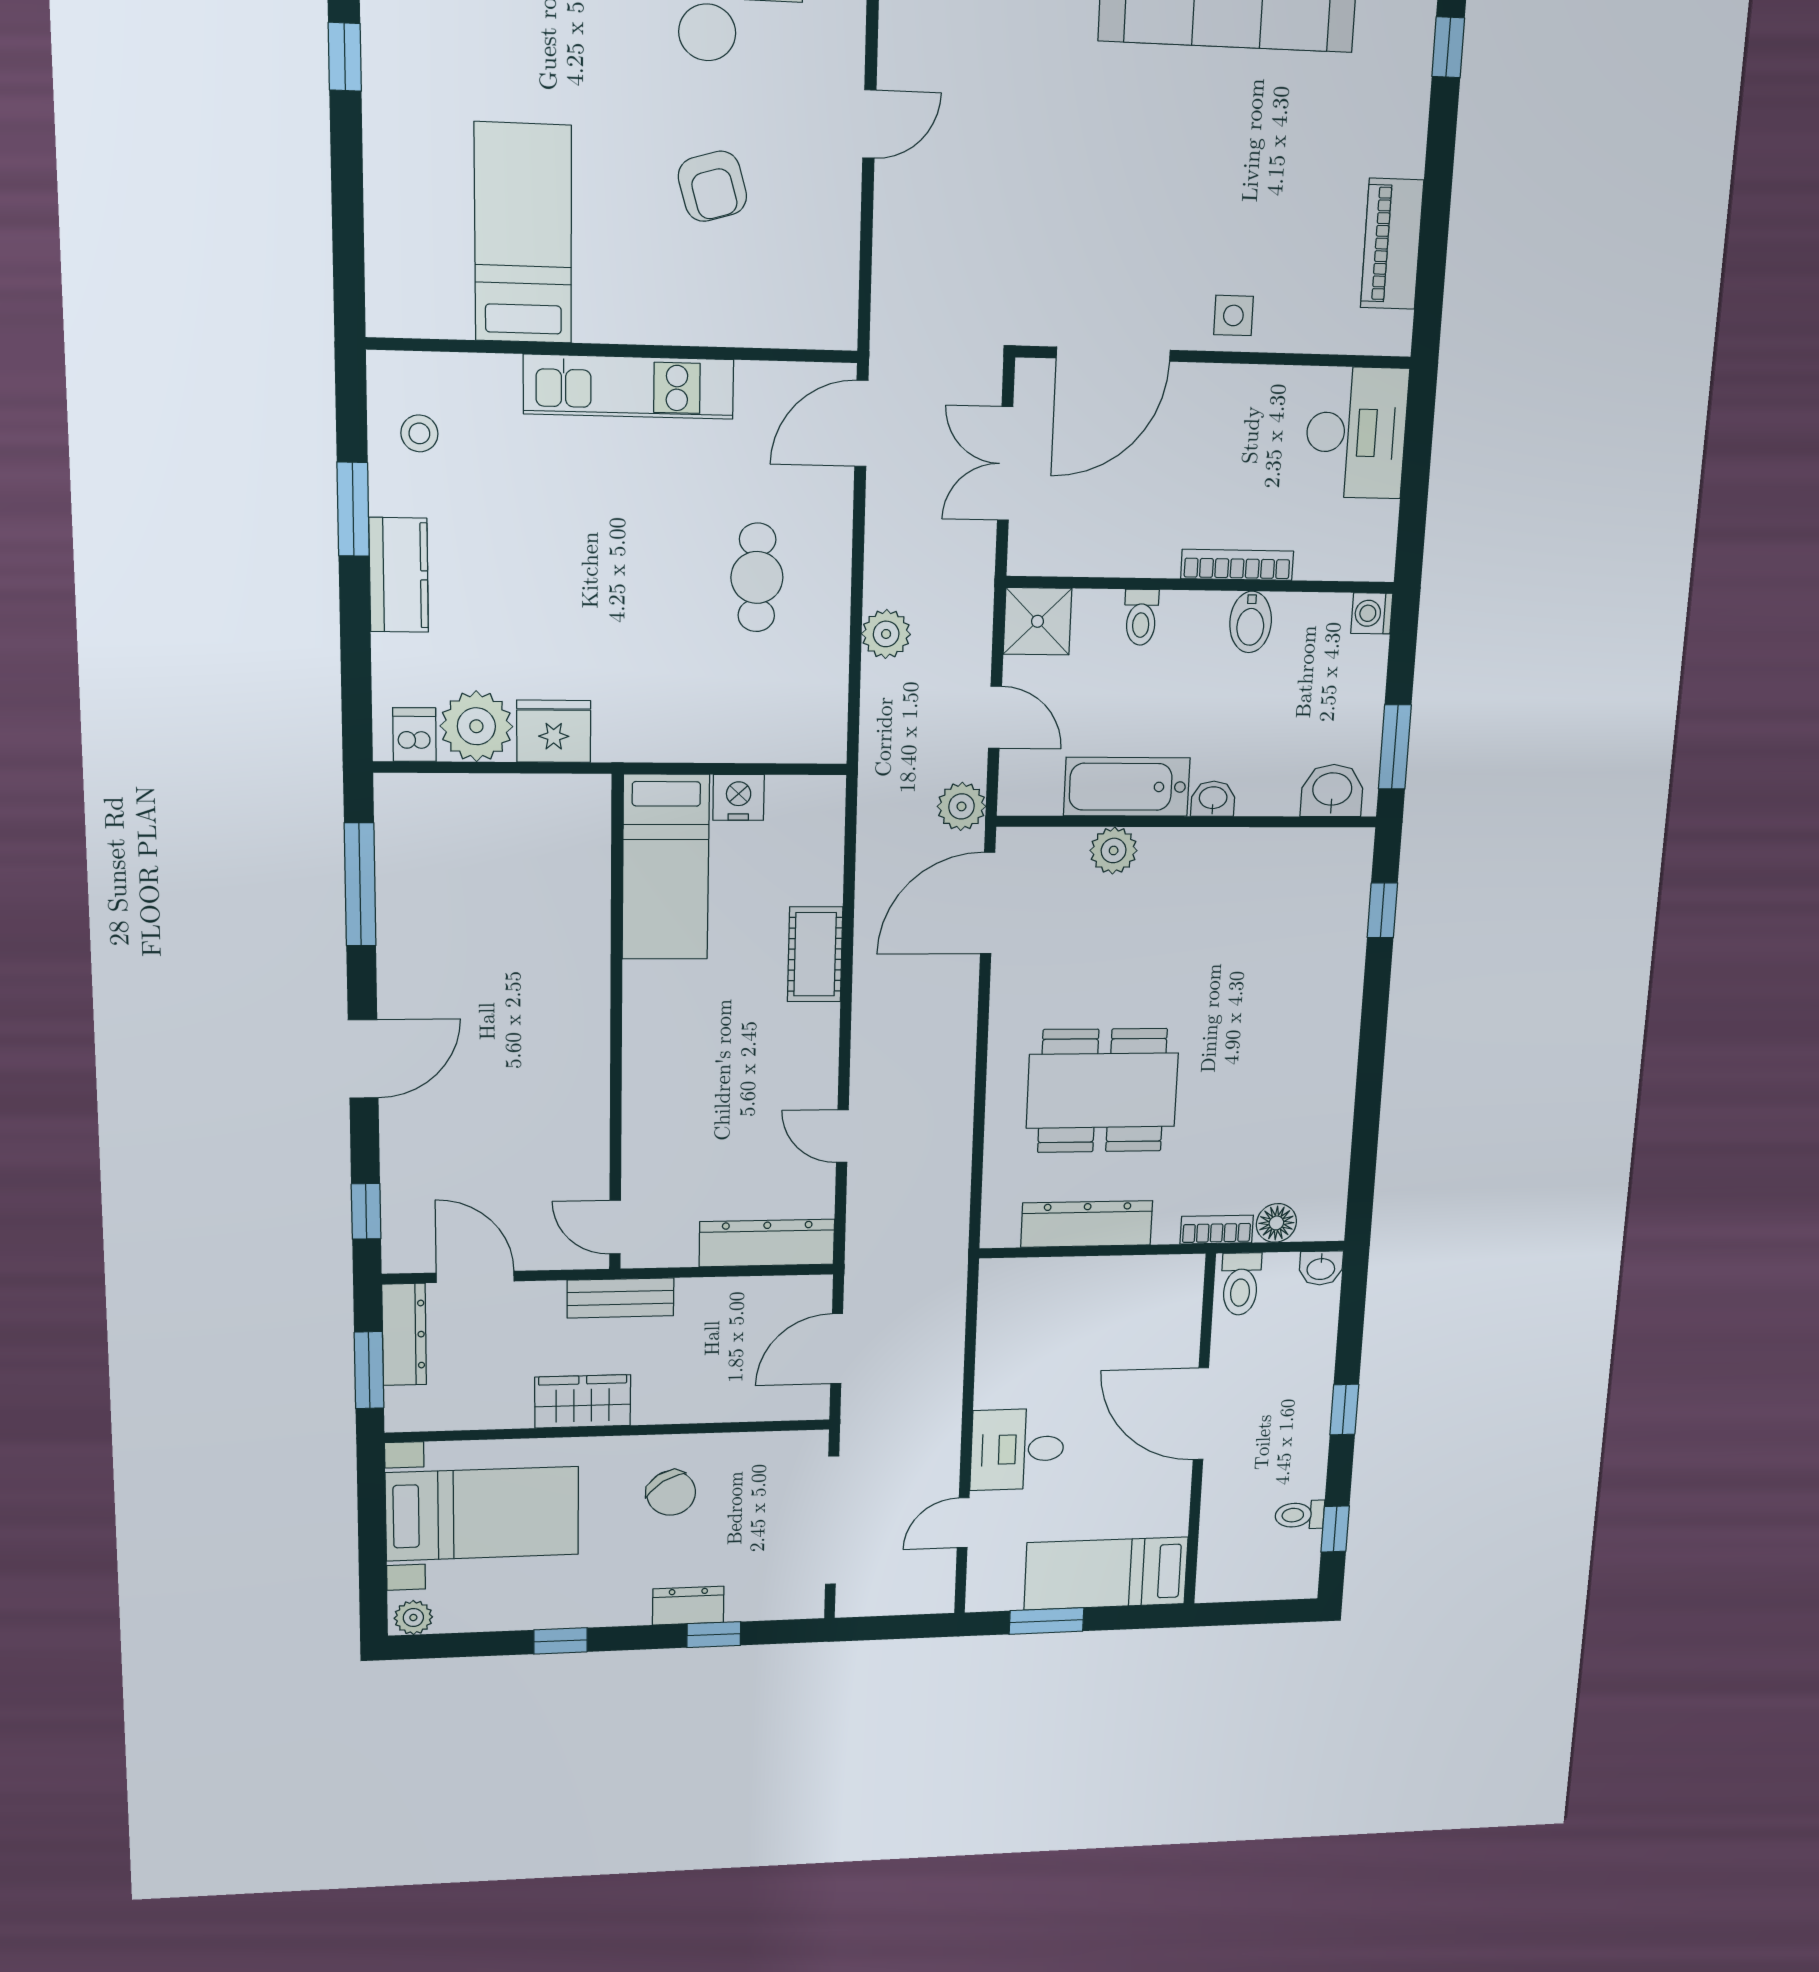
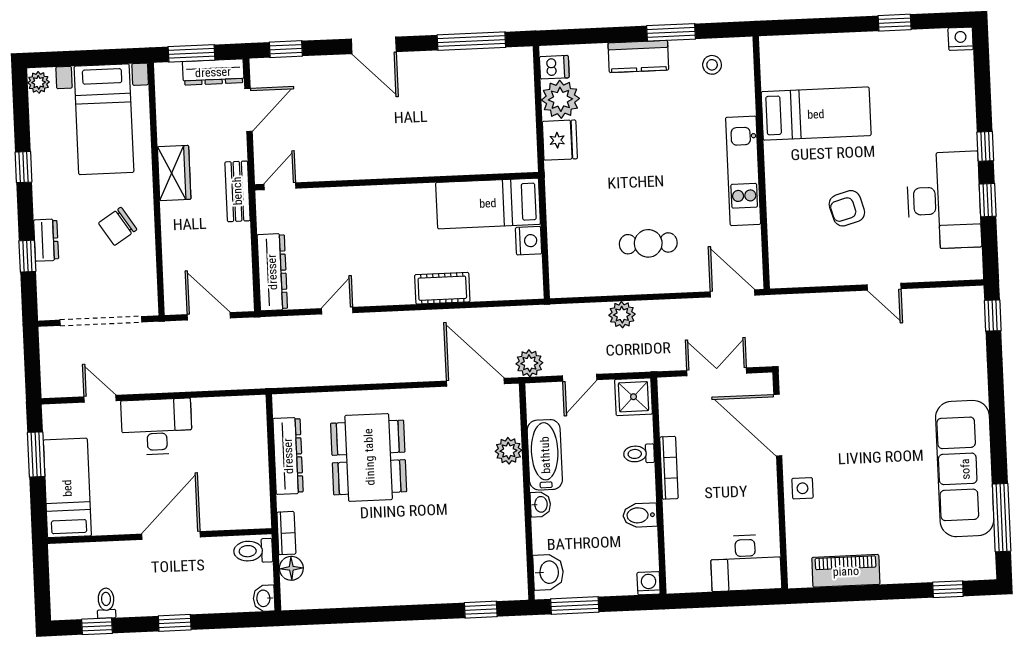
bookcase: (1237, 565) -> (669, 468), moved
desk: (1017, 1449) -> (157, 427), width x1.37

